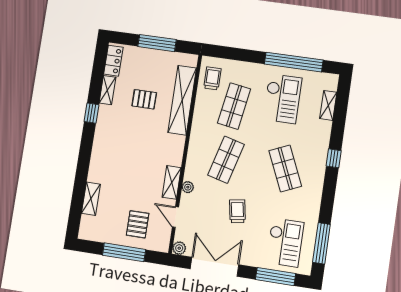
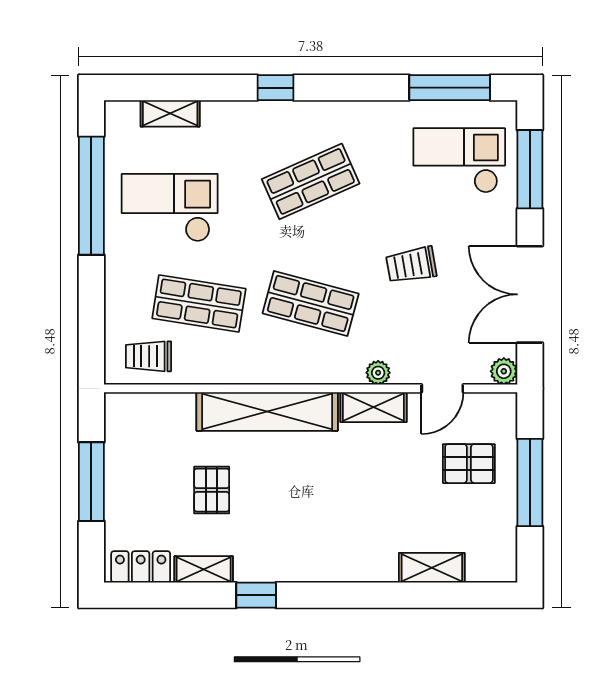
shelving: (182, 100) -> (267, 412), moved

